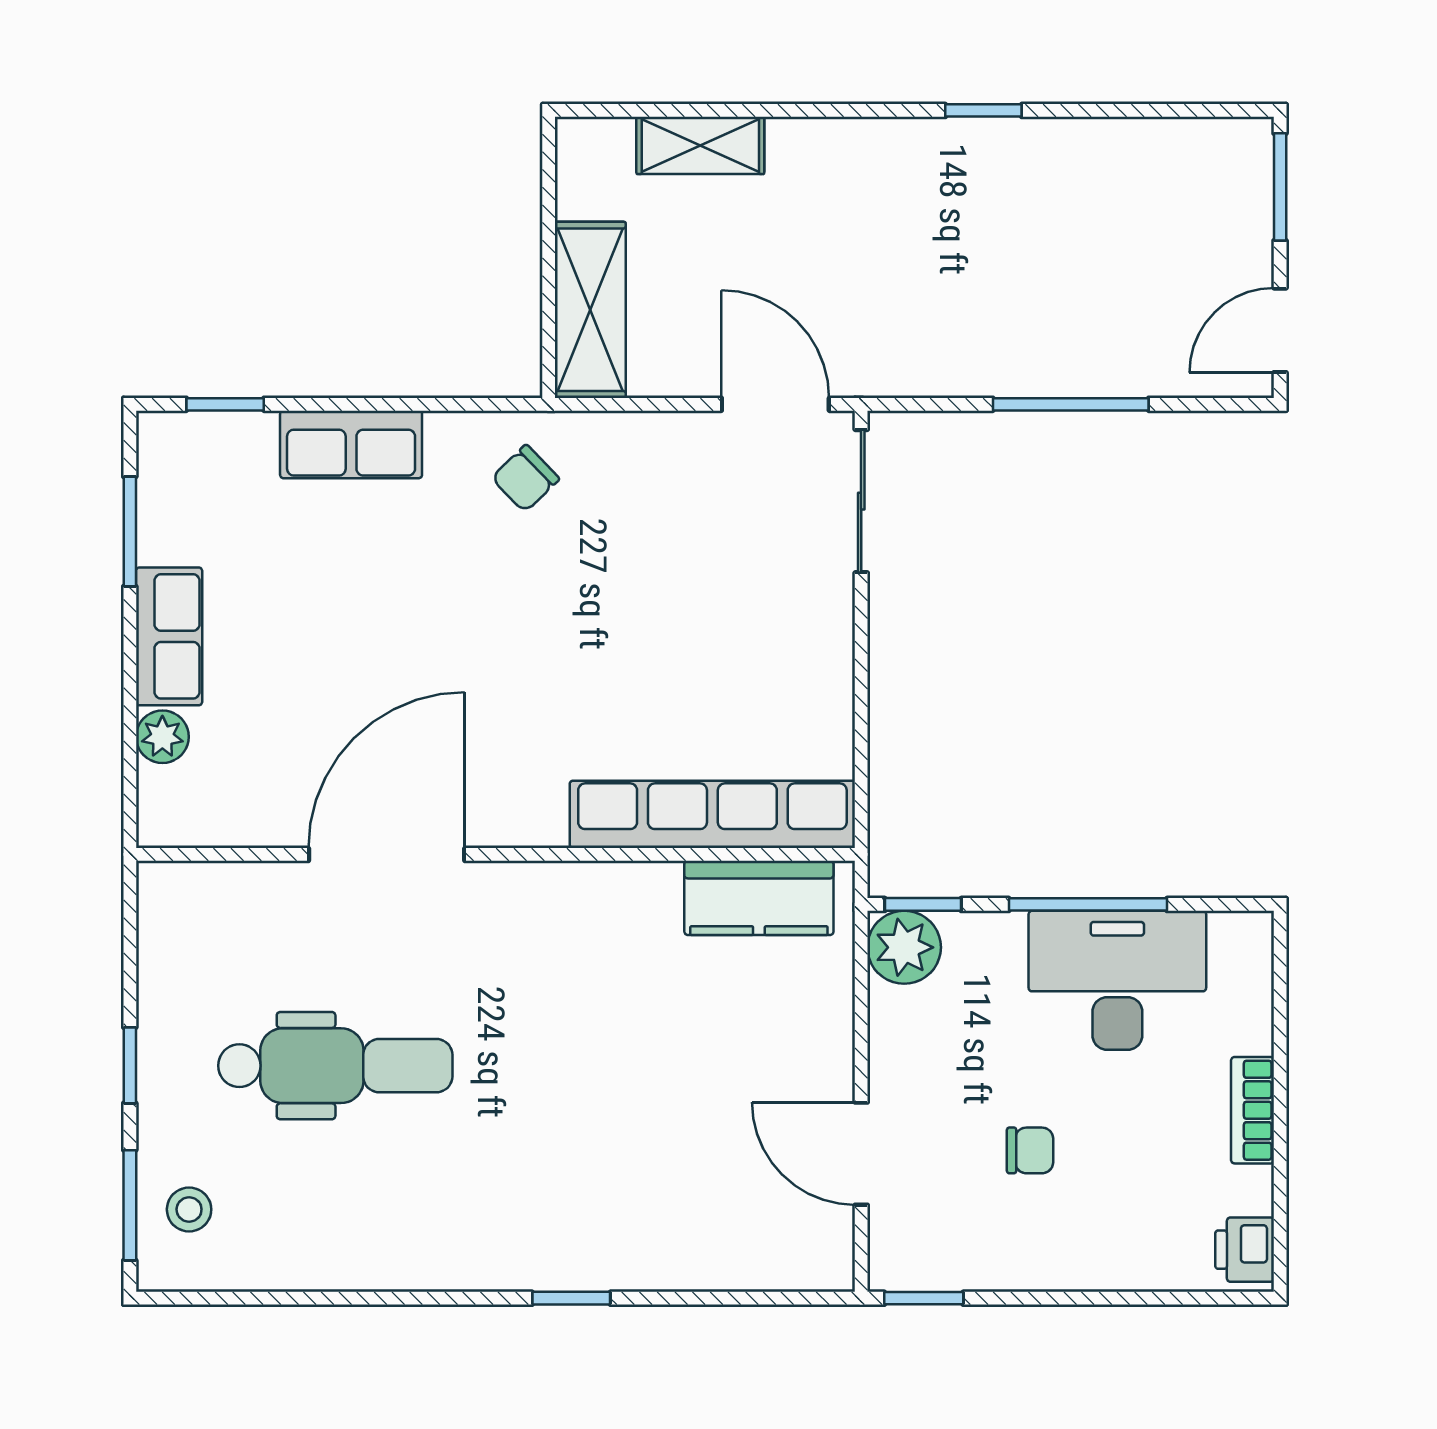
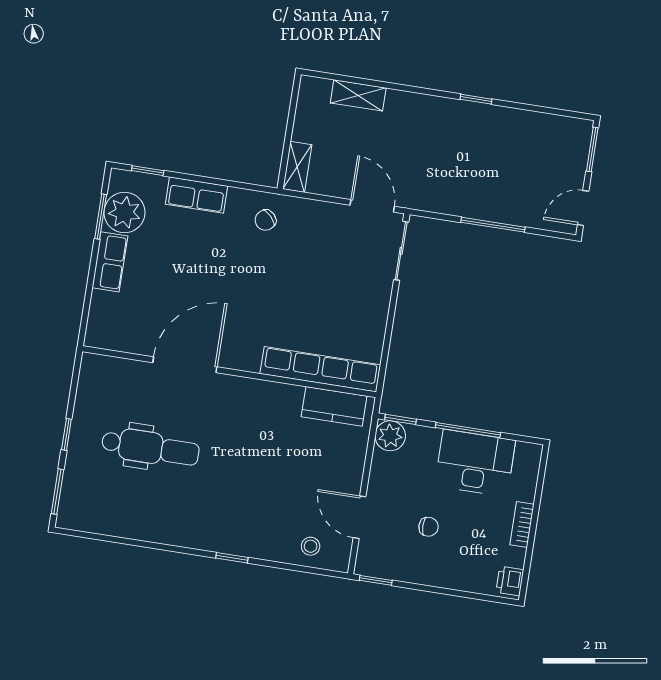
shelving: (590, 310) -> (297, 167), width x0.67, depth x0.75
plant: (162, 737) -> (124, 212), moved, width x1.87, depth x1.87
stool: (189, 1209) -> (311, 546), moved

